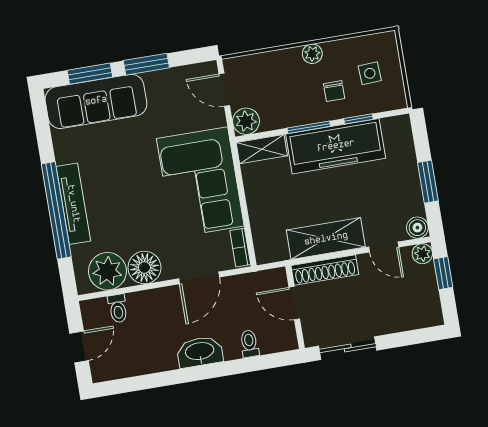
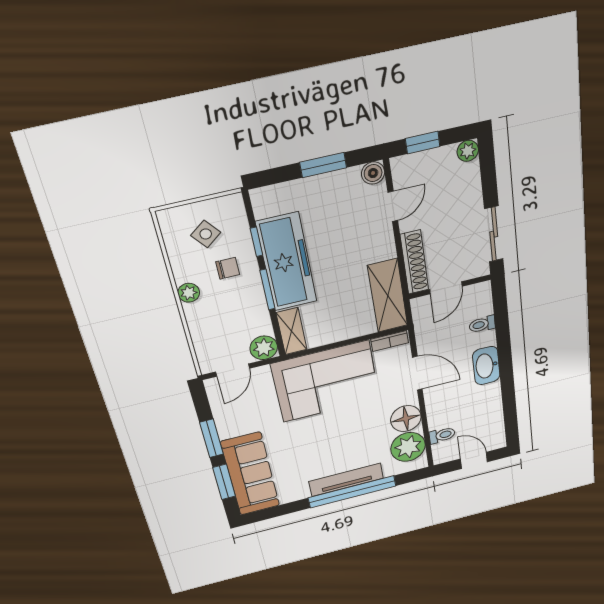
side table: (370, 73) -> (206, 234), turned -35
shelving: (326, 239) -> (388, 296), moved
plant: (422, 254) -> (468, 151), moved

